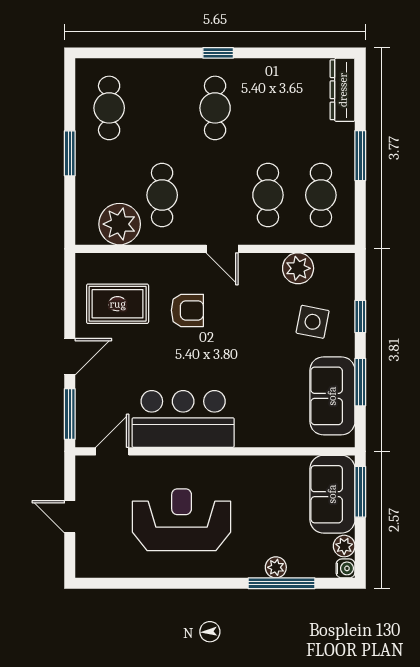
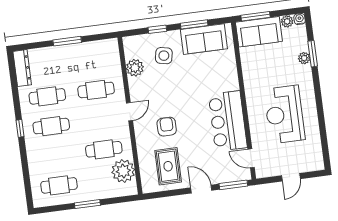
dresser: (343, 90) -> (22, 68), moved, turned -90
cafe table: (321, 195) -> (47, 96), moved
window: (282, 583) -> (313, 54), width x0.69

